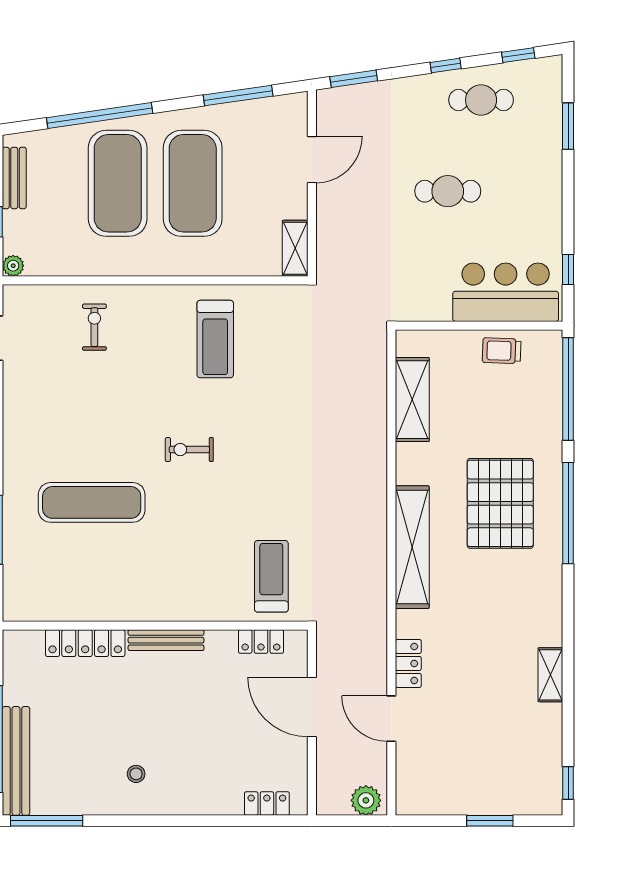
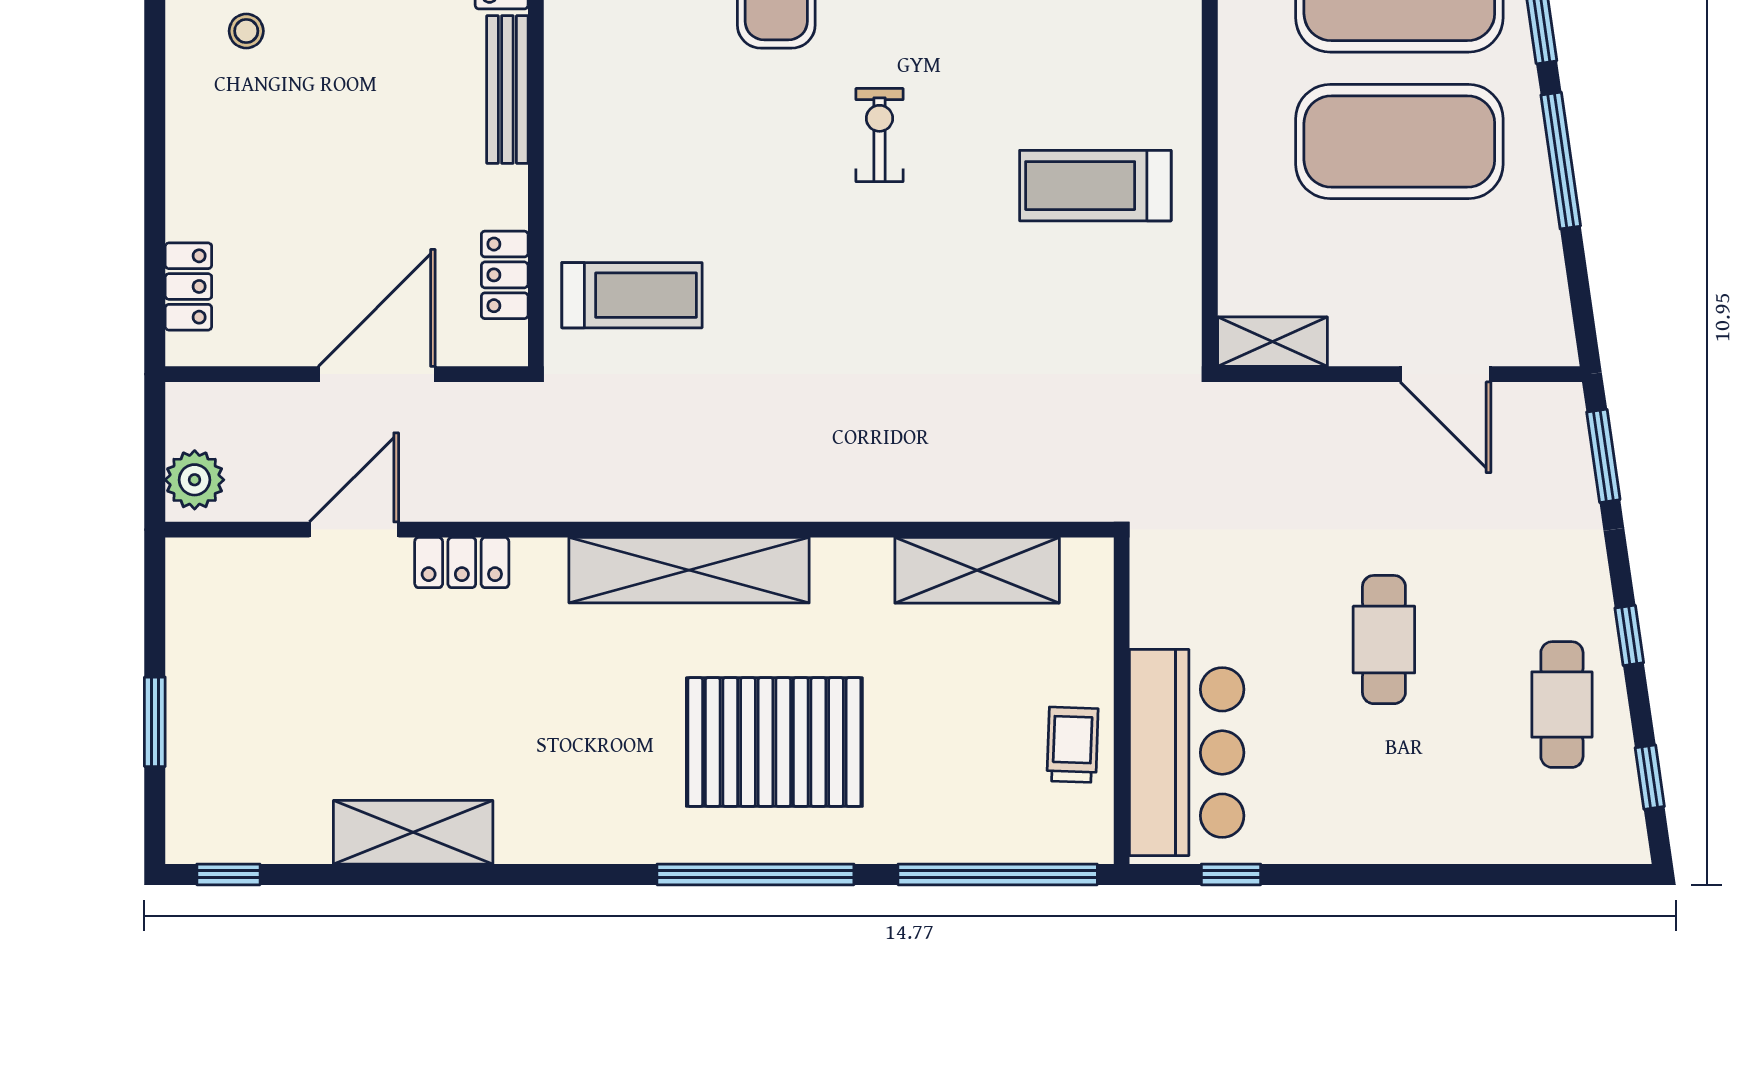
window: (238, 95) -> (1561, 161), moved
window: (568, 126) -> (1511, 874), removed
shelving: (550, 675) -> (413, 832), width x1.50, depth x1.33

